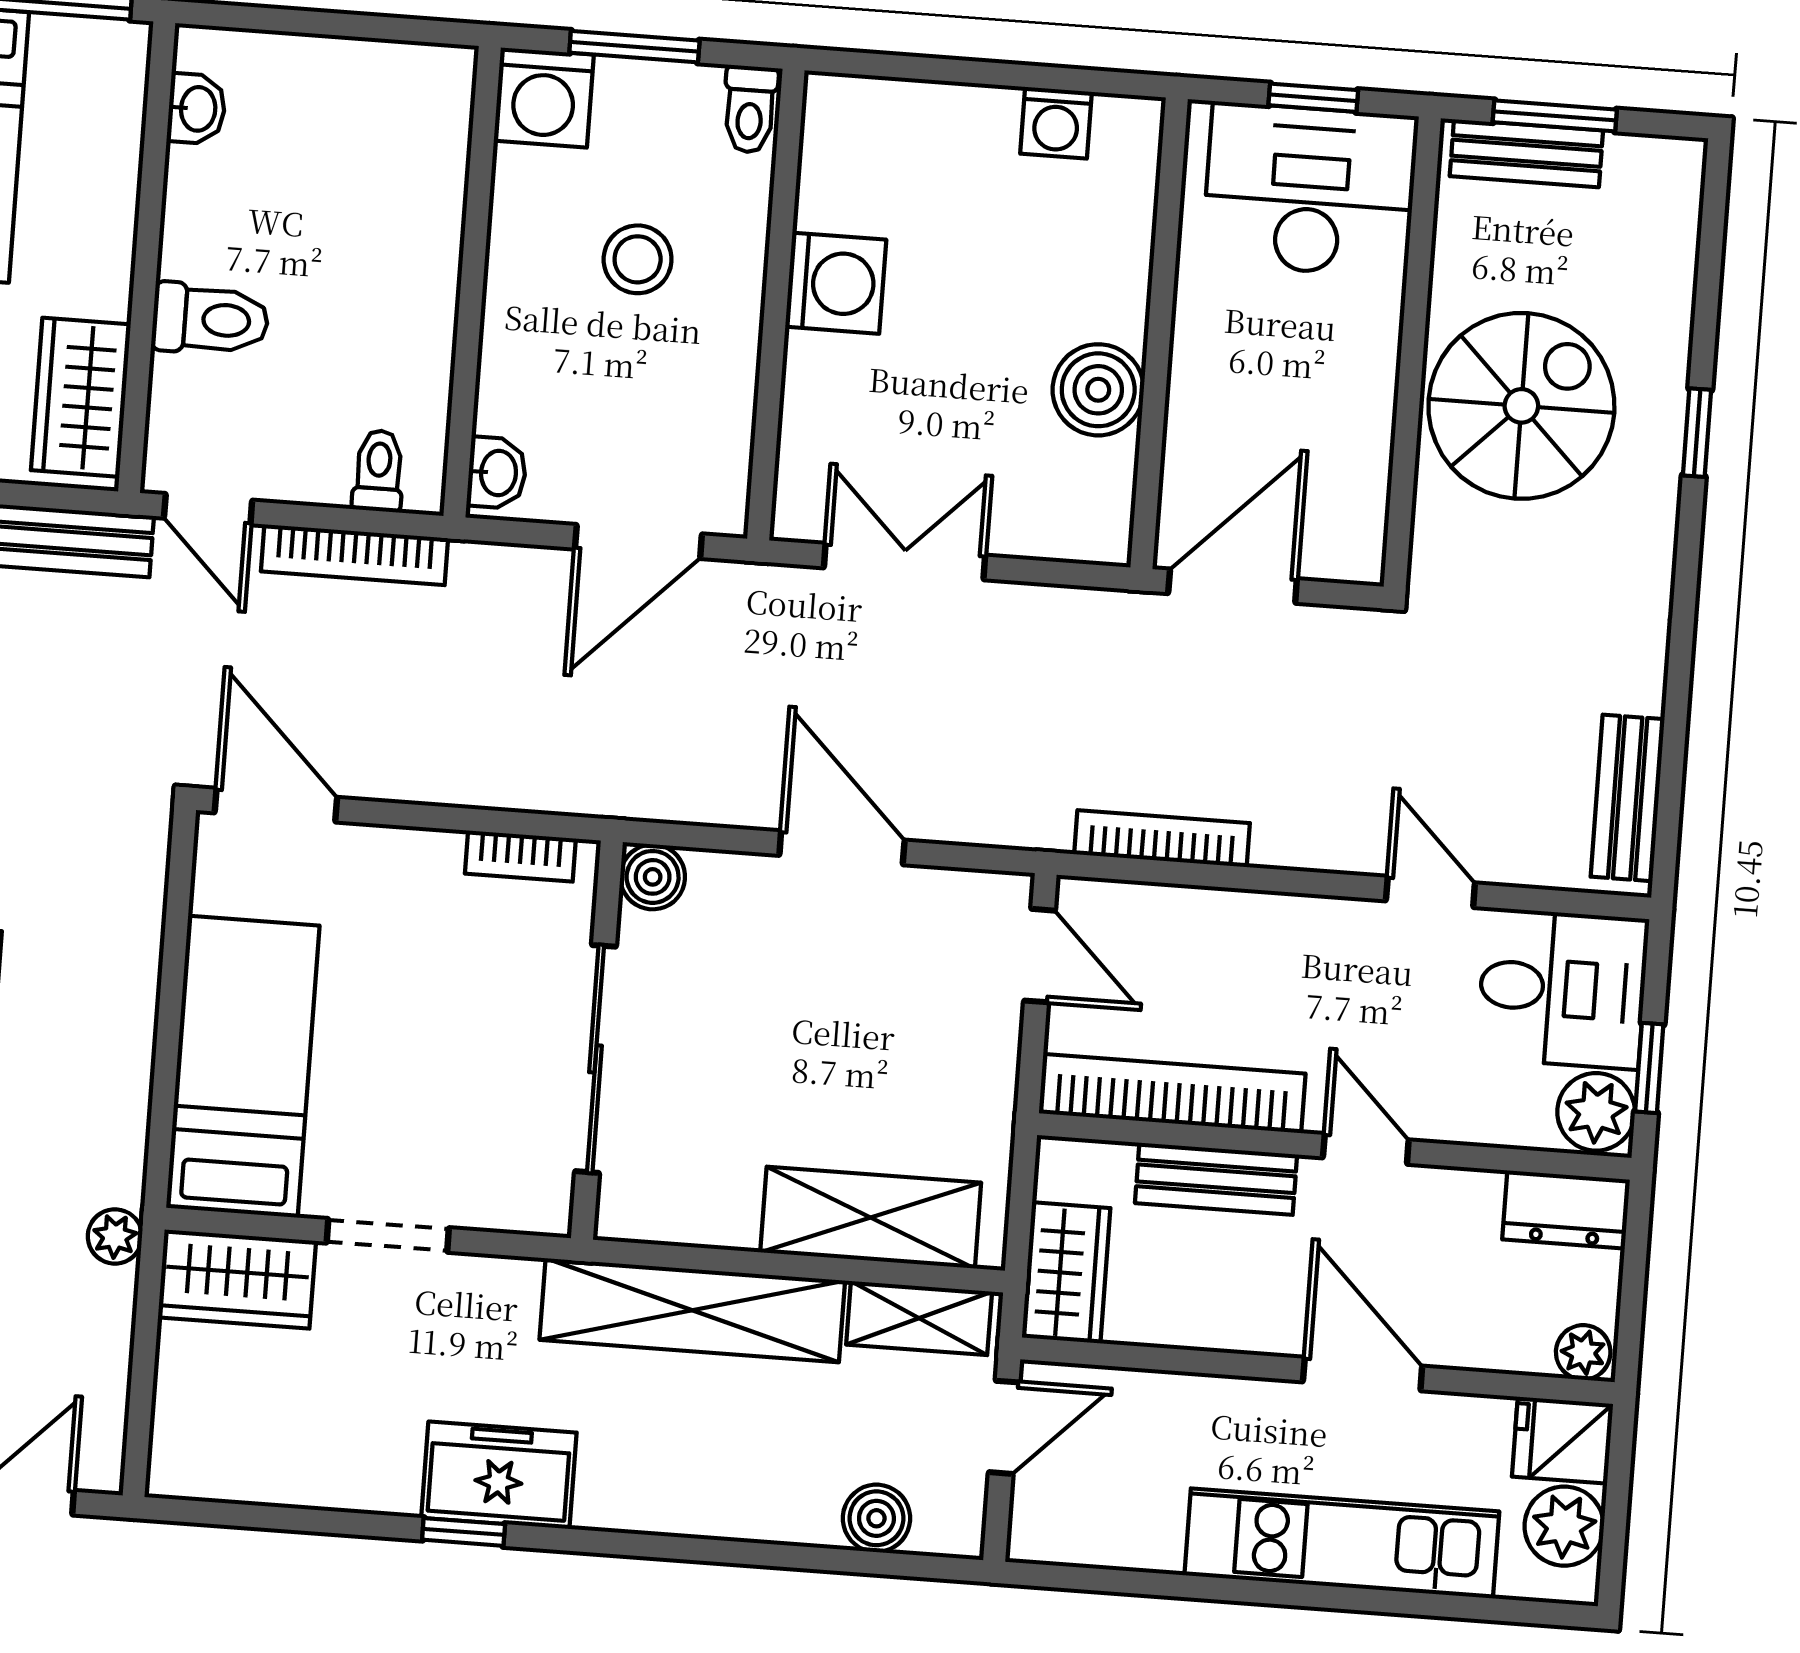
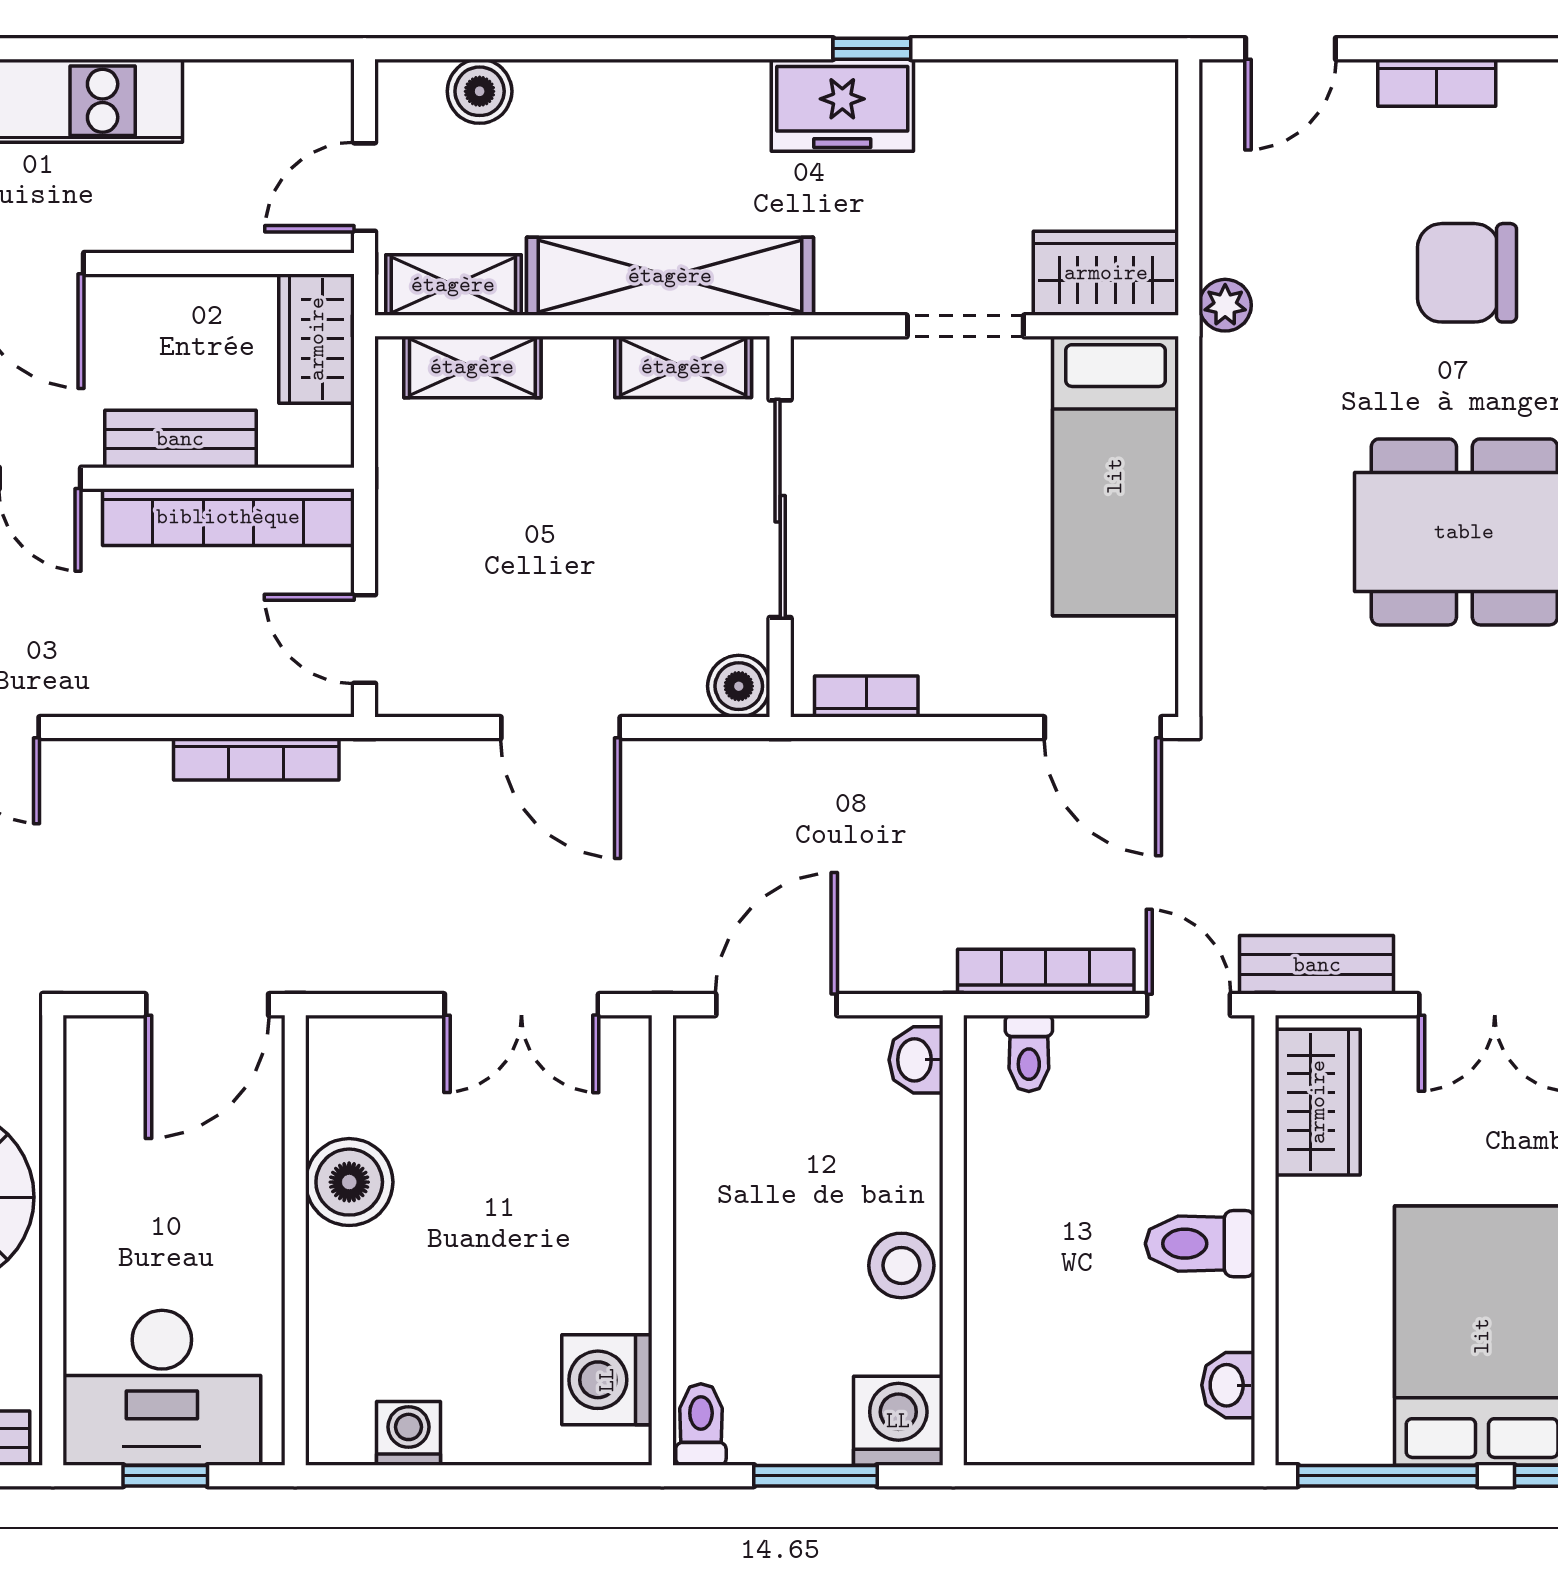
stool: (638, 259) -> (901, 1265), moved
washing machine: (836, 283) -> (607, 1380), moved
toilet: (210, 319) -> (1200, 1244), moved
shelving: (686, 1215) -> (683, 367), added
shelving: (871, 1218) -> (472, 367), width x0.67, depth x0.75

